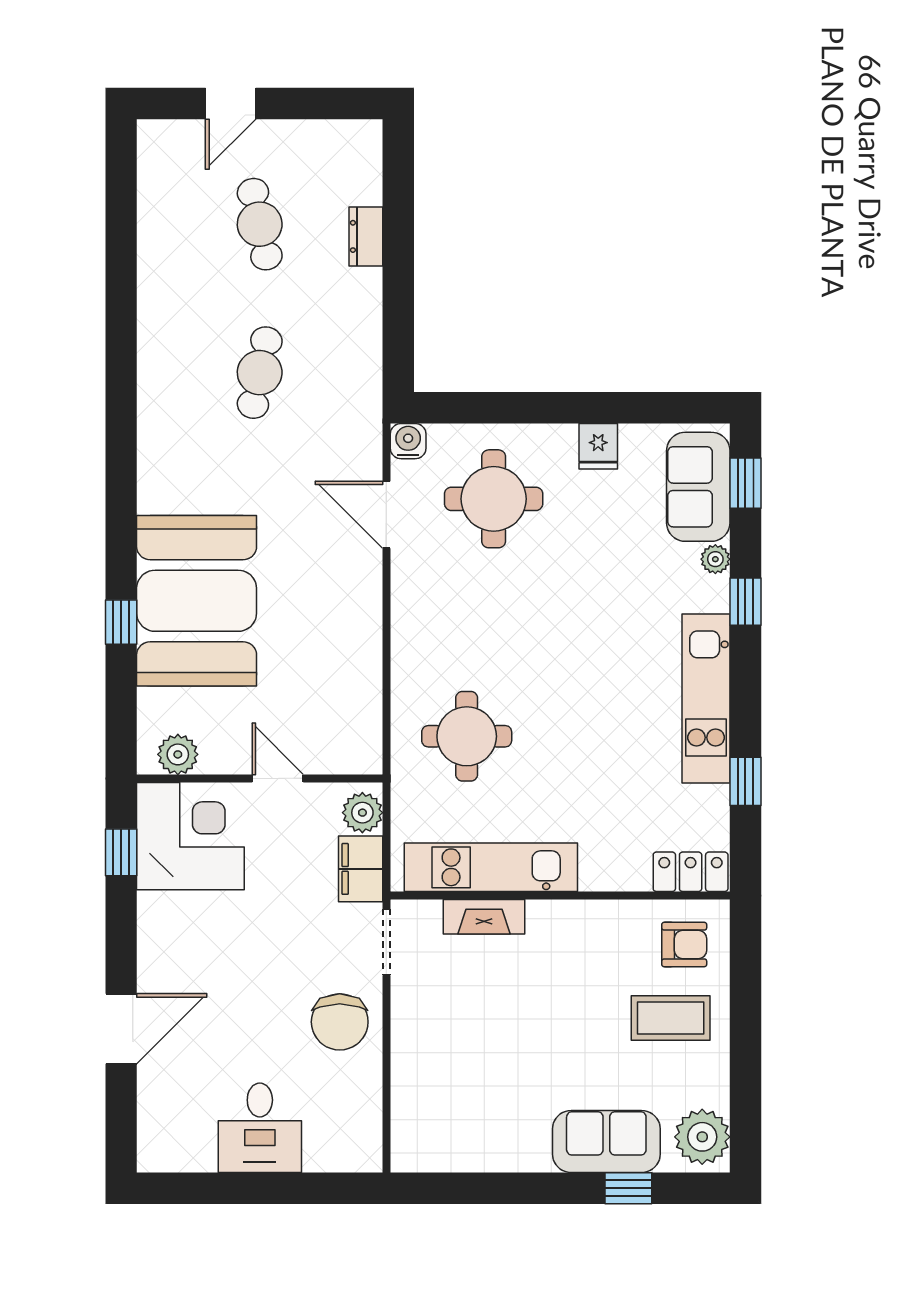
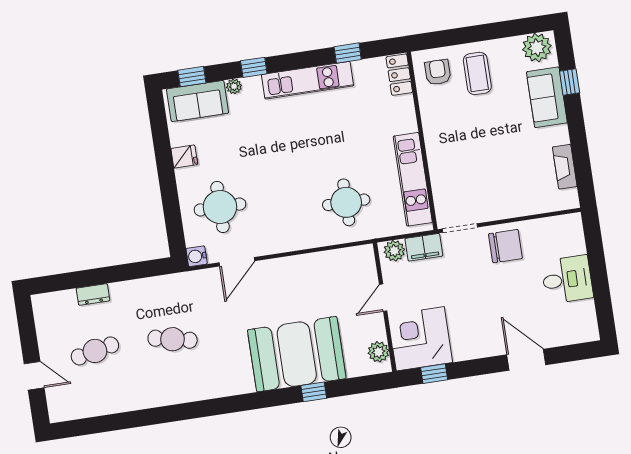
fireplace: (484, 917) -> (565, 167), moved, turned 180

